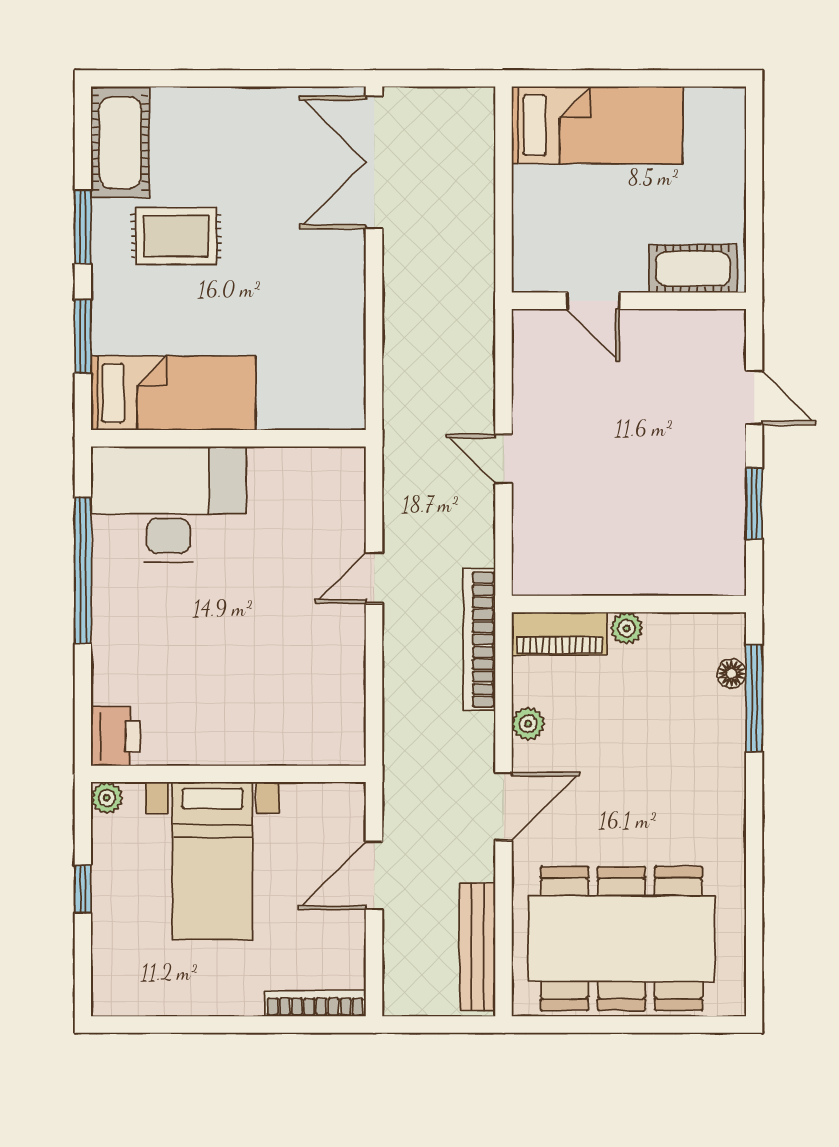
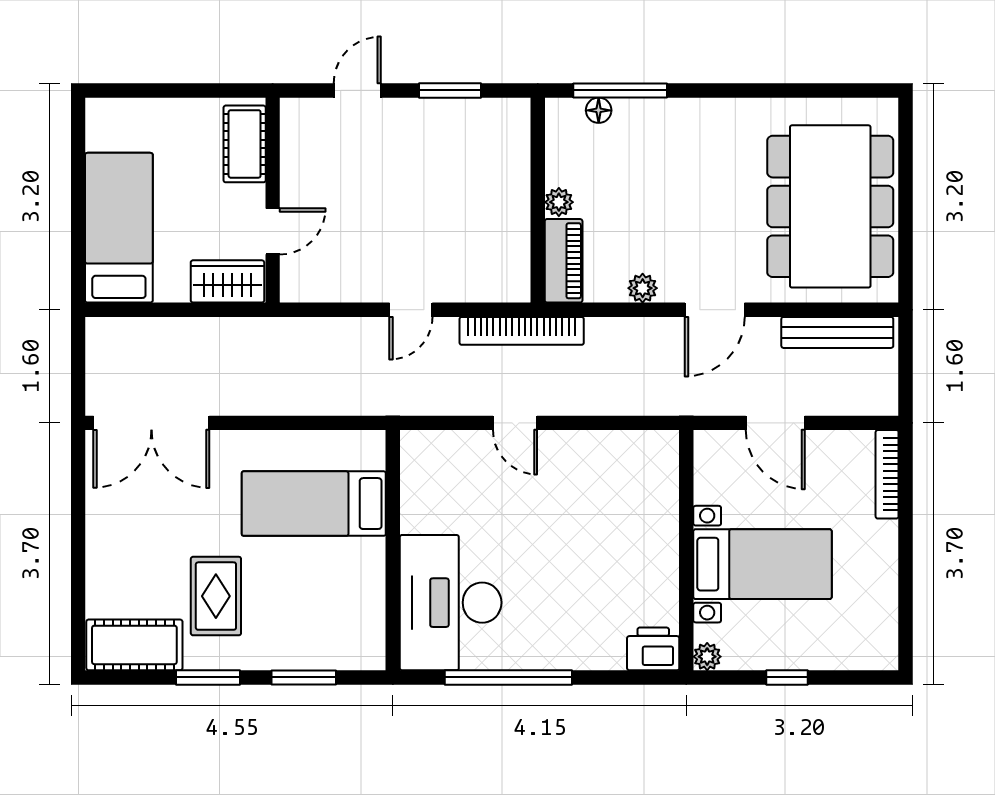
wardrobe: (536, 249) -> (227, 281), added
bed: (173, 393) -> (314, 504), moved, turned -90
bookcase: (479, 640) -> (522, 331), moved
door: (503, 806) -> (715, 310), swing flipped

